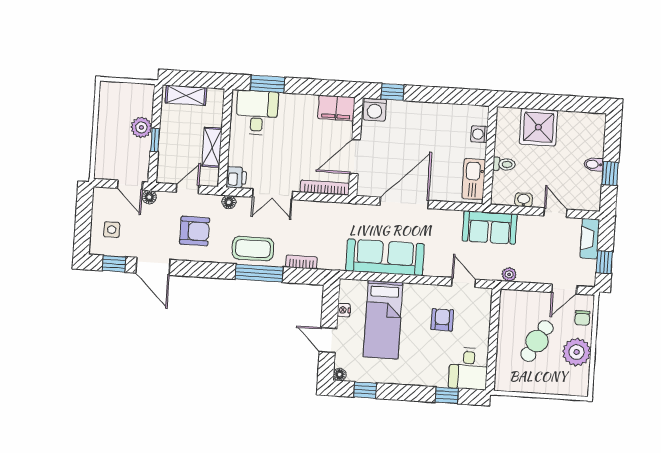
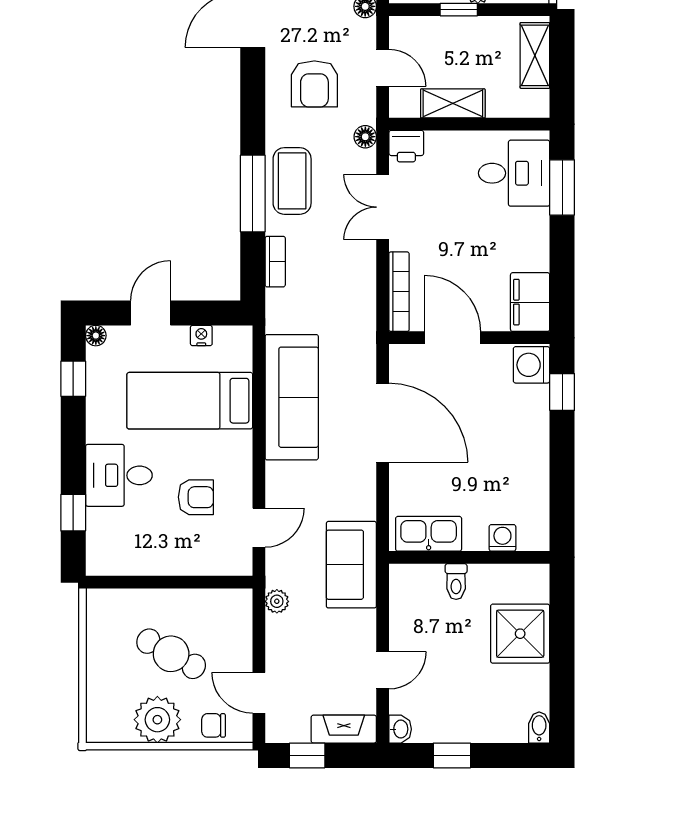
bidet: (594, 164) -> (539, 727), moved
washbasin: (524, 200) -> (400, 729), moved
desk: (468, 369) -> (119, 475), moved

